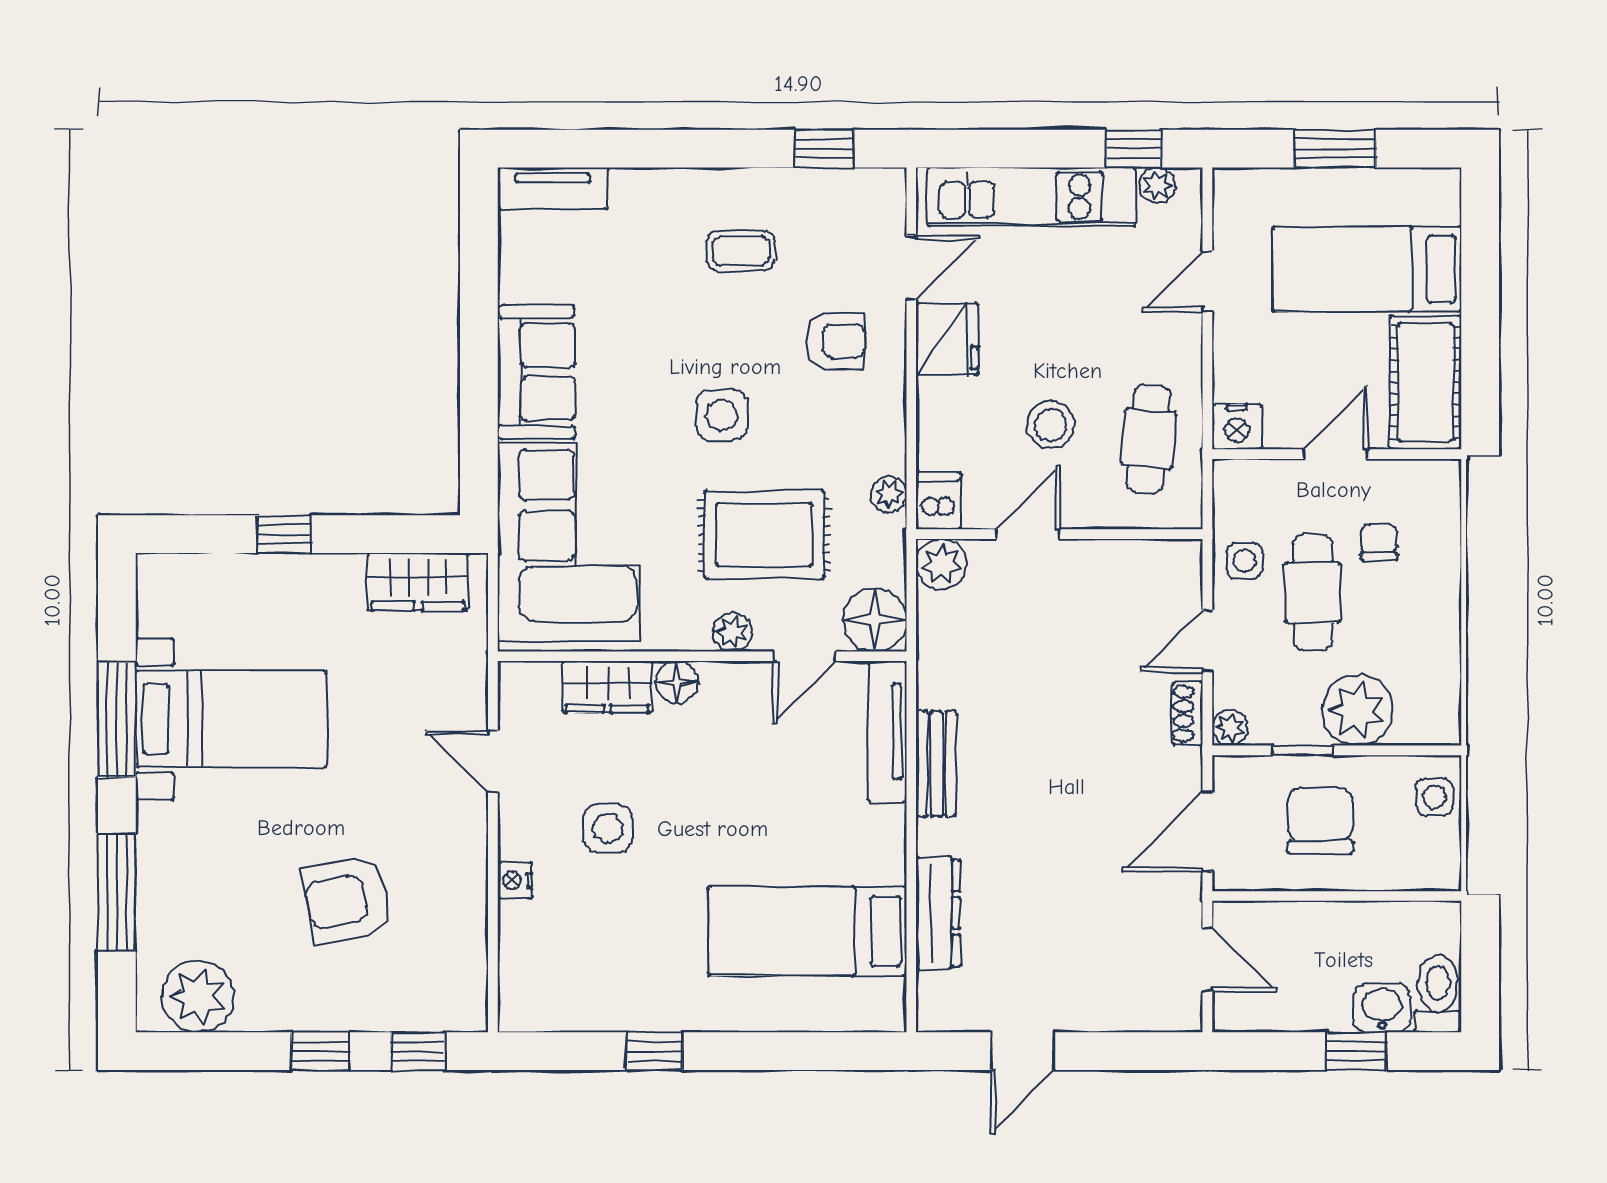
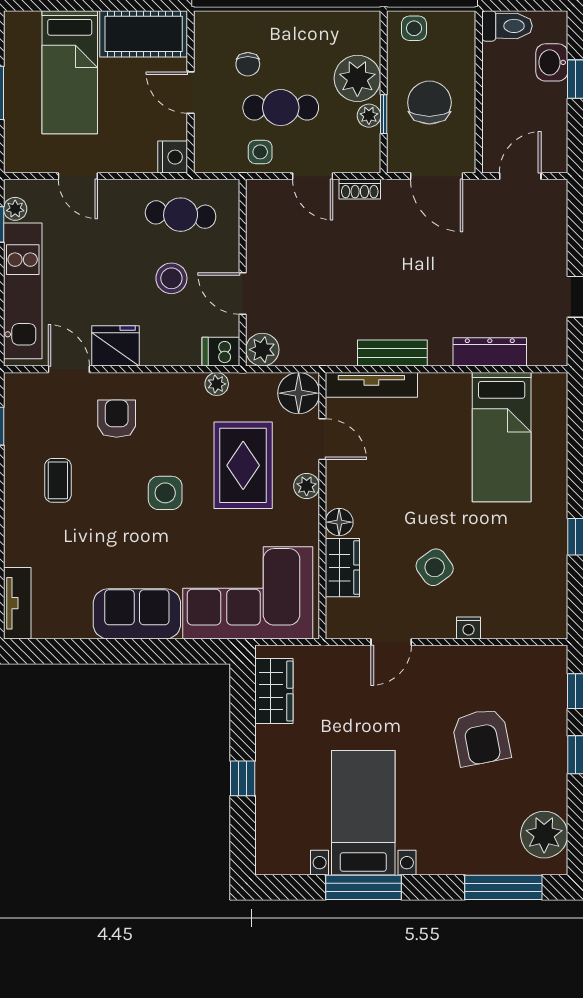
chair: (1379, 542) -> (248, 64), turned -90
plant: (1230, 728) -> (369, 116), moved
chair: (1320, 821) -> (429, 103), turned 90
side table: (608, 828) -> (435, 567), turned -36
window: (117, 892) -> (503, 887), moved
toilet: (1438, 994) -> (507, 26), moved, turned 180

